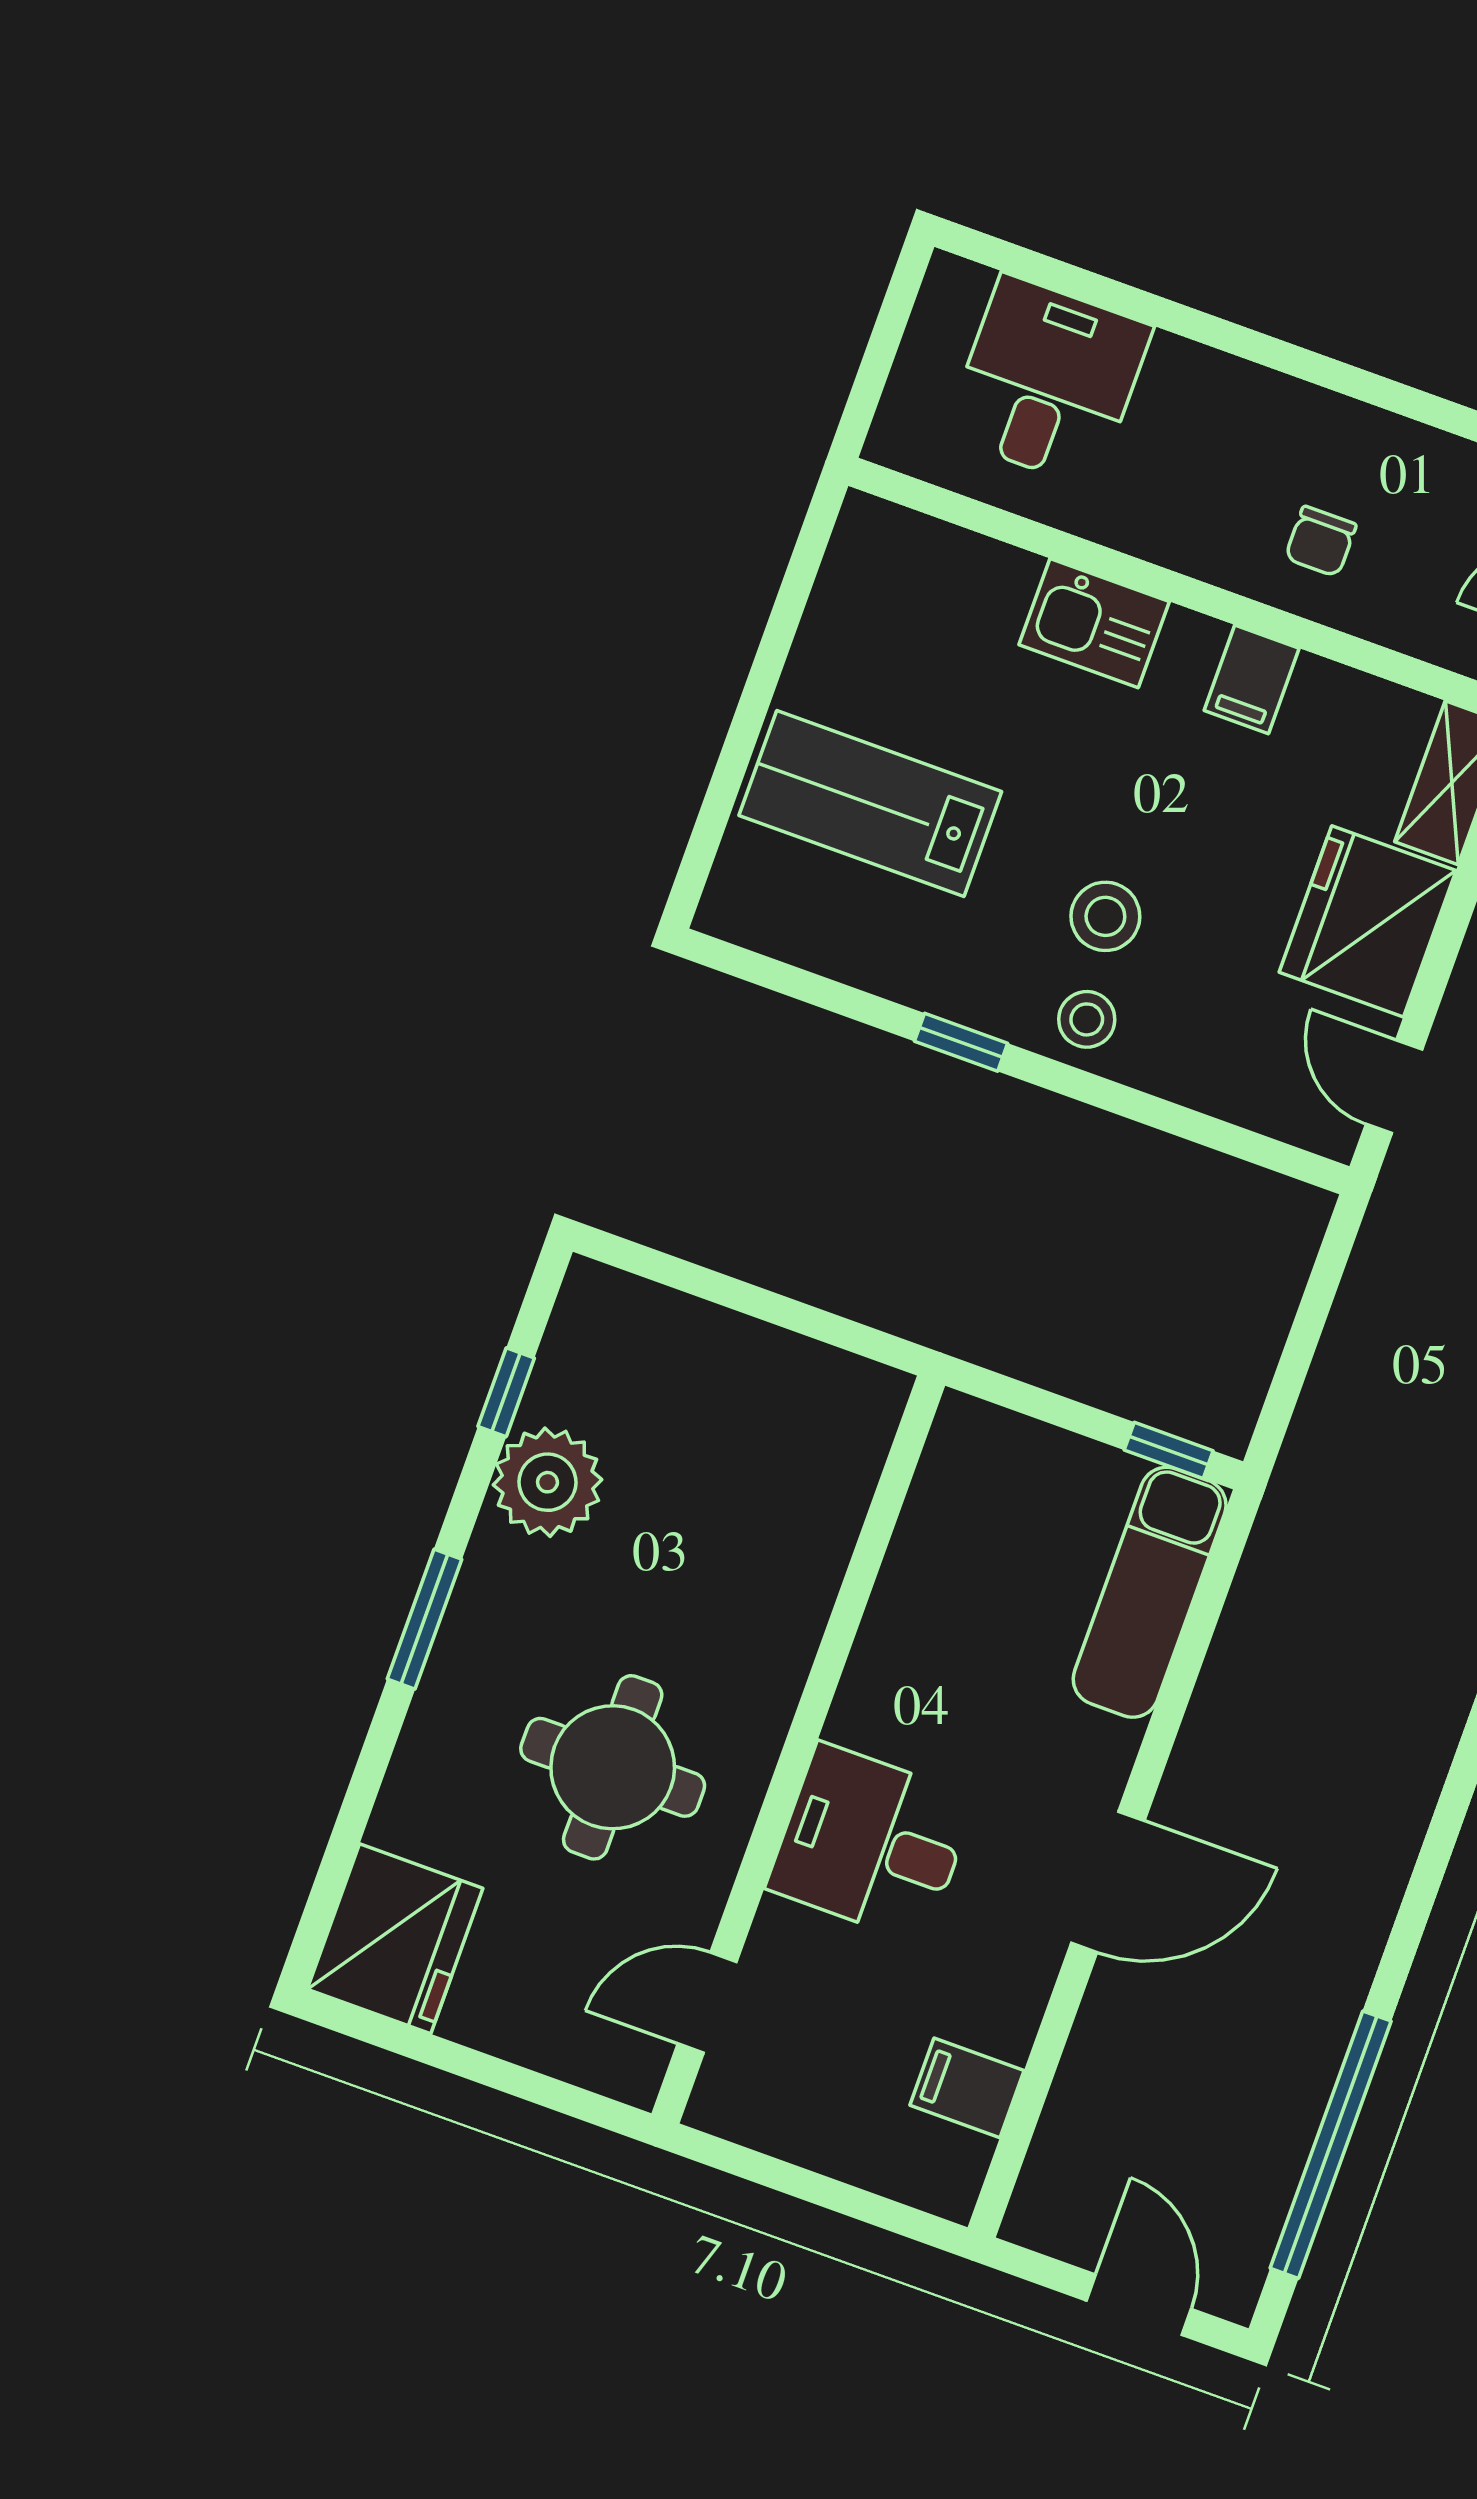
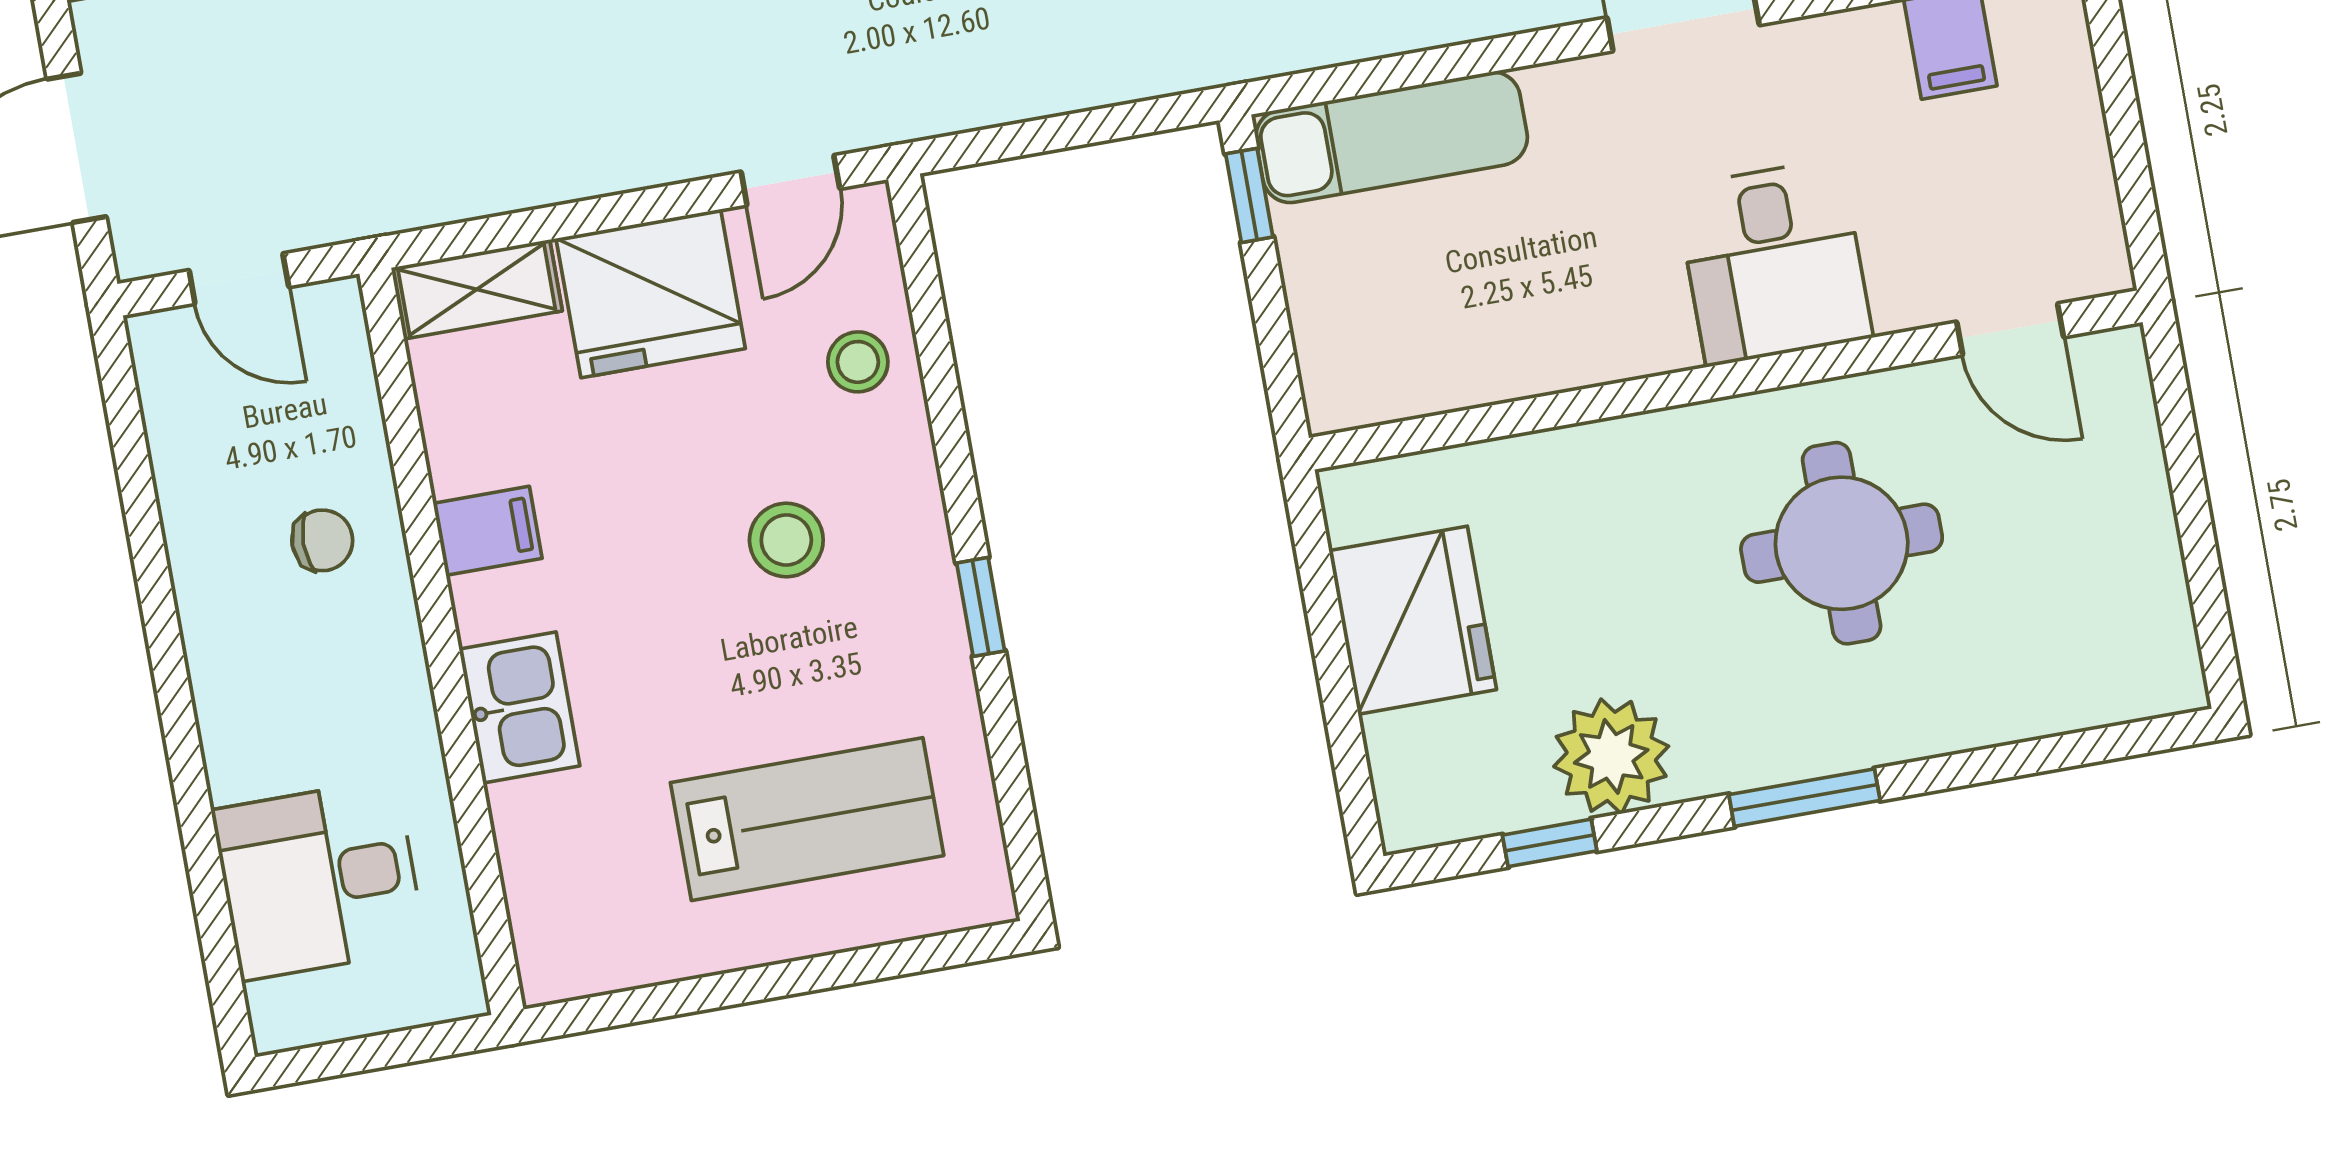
lab bench: (870, 804) -> (807, 819), turned -90
stool: (1087, 1019) -> (858, 362), moved
fridge: (395, 1939) -> (1413, 620), moved, turned 90

